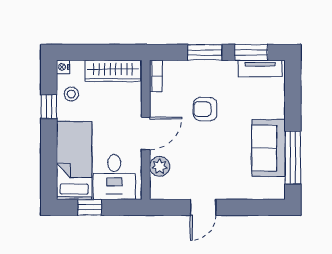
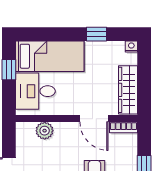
stool: (71, 94) -> (108, 54), removed
door: (146, 133) -> (94, 119), moved

